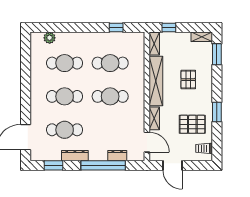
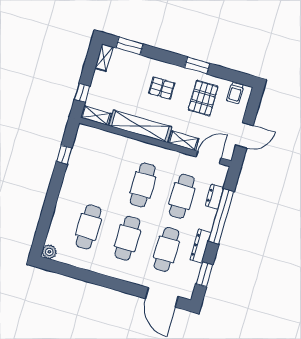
plant: (50, 38) -> (49, 252), moved
cafe table: (110, 63) -> (182, 196), moved
pallet: (188, 80) -> (162, 88), moved

